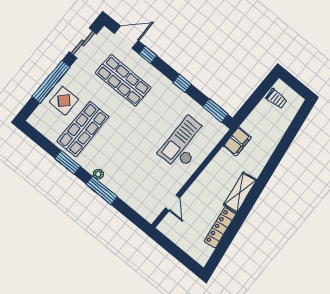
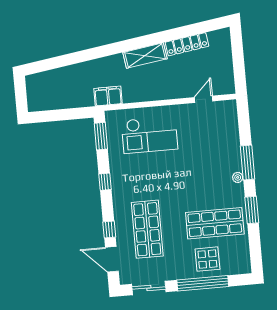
trolley: (276, 99) -> (46, 98), removed

